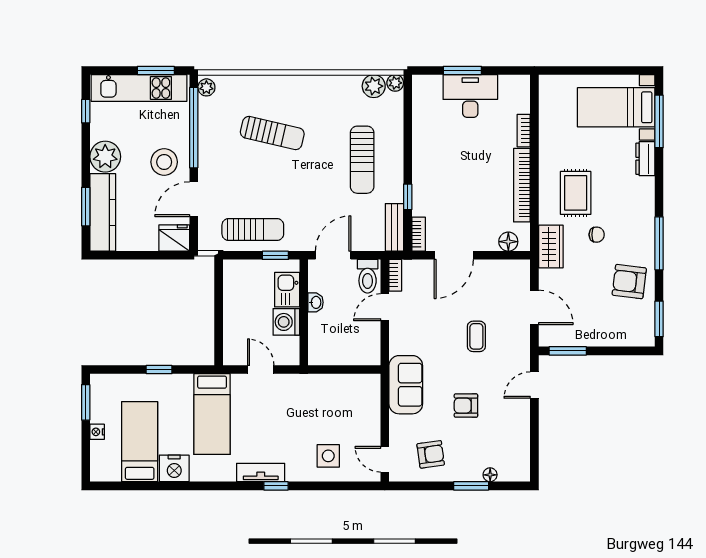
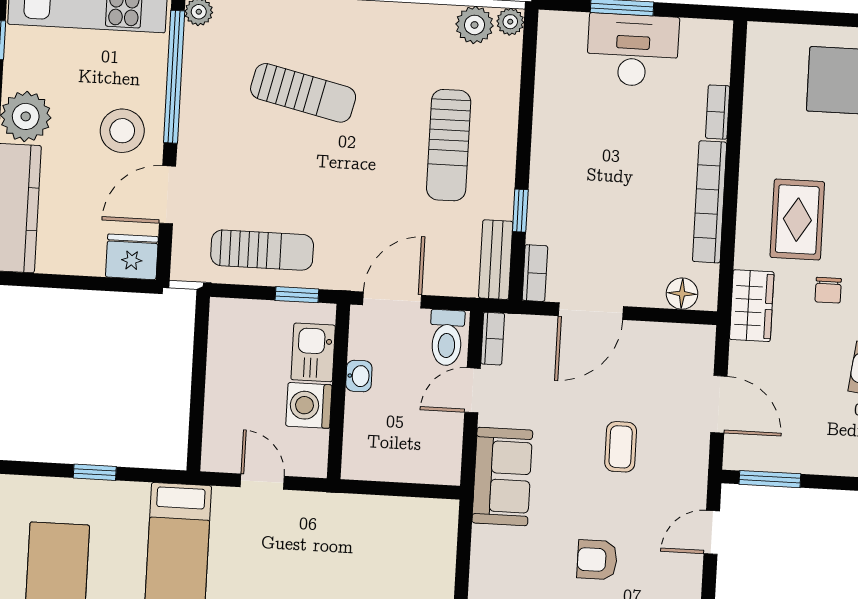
chair: (597, 235) -> (828, 290), turned 90
sofa: (406, 385) -> (502, 476), moved

